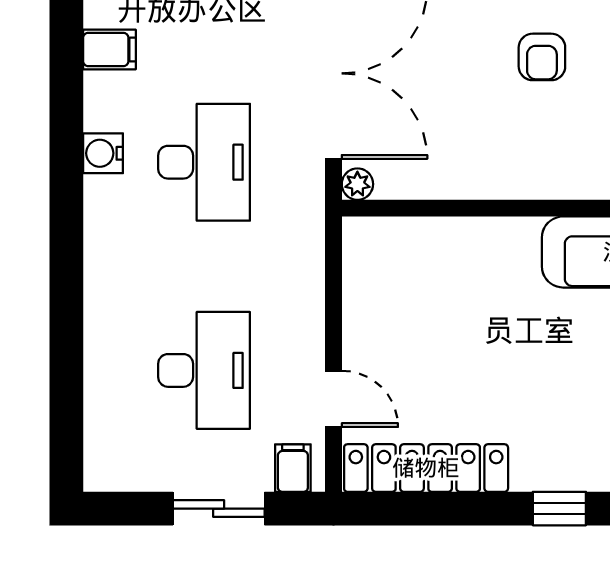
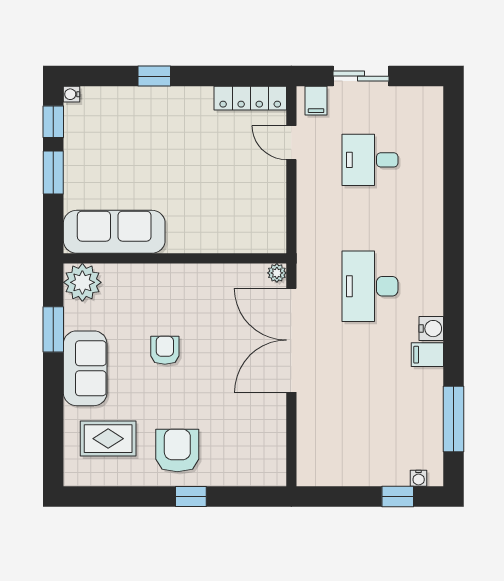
water cooler: (103, 153) -> (431, 329), moved
desk: (204, 370) -> (370, 160), width x0.73
locker: (426, 468) -> (250, 98), width x0.71, depth x0.83

